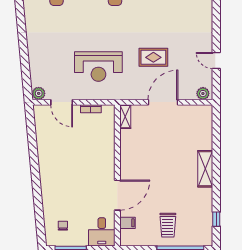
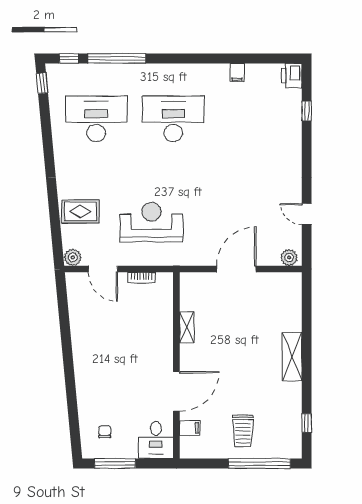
rug: (153, 57) -> (80, 212), moved
reception desk: (98, 67) -> (151, 222), turned 180
shelving: (125, 117) -> (187, 327), moved

